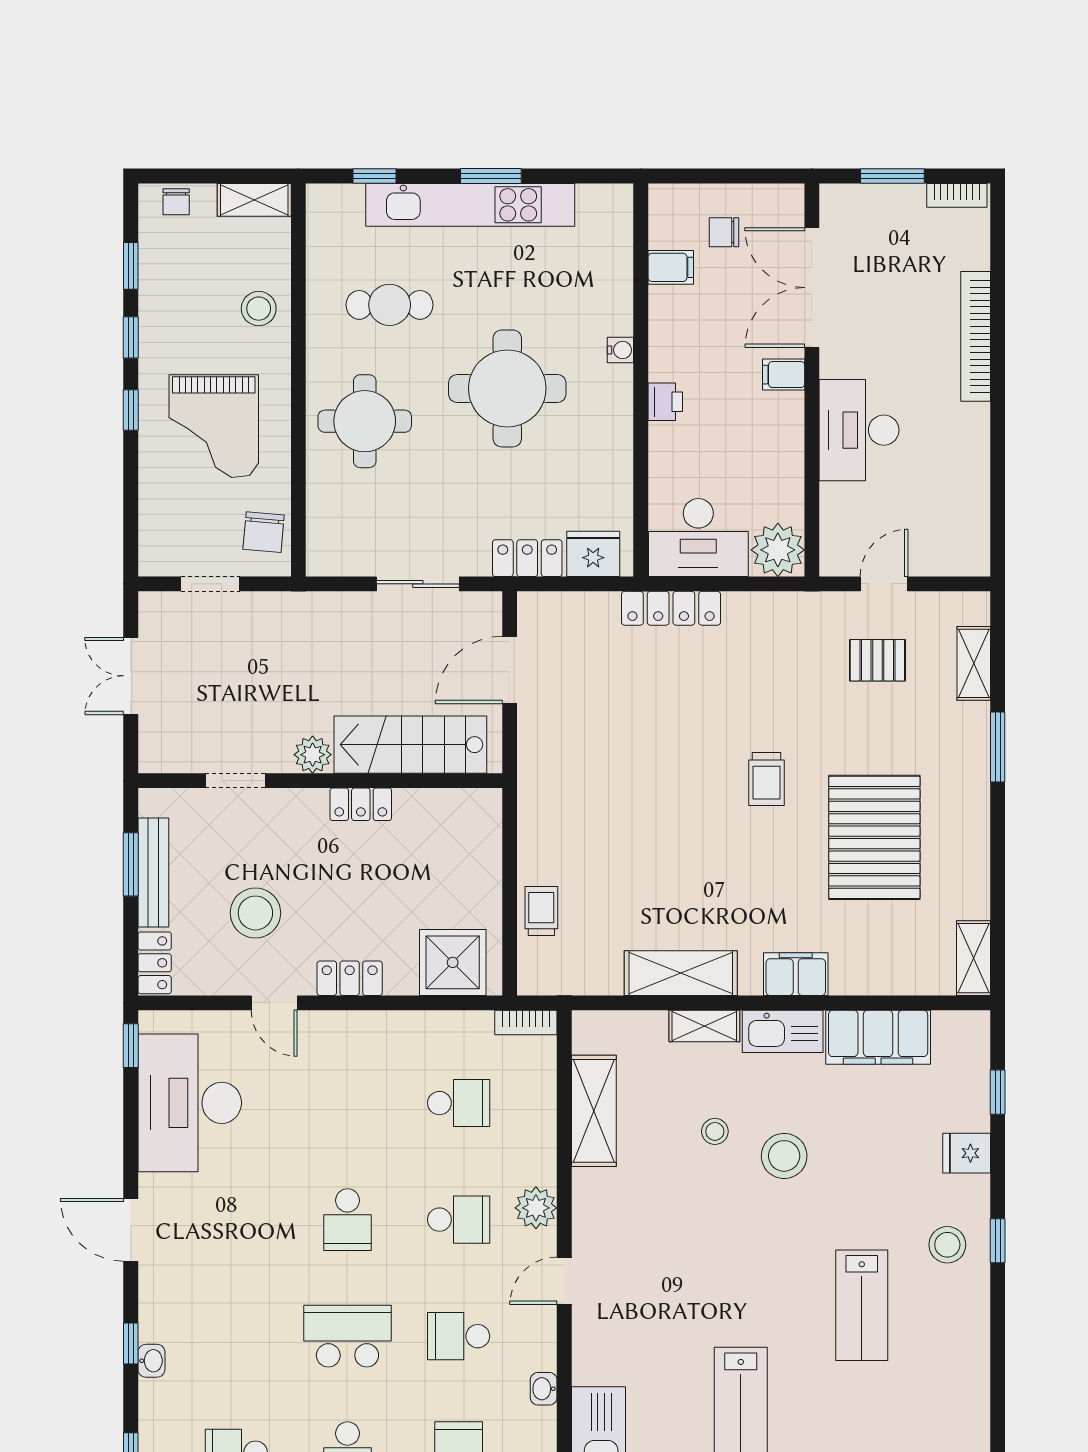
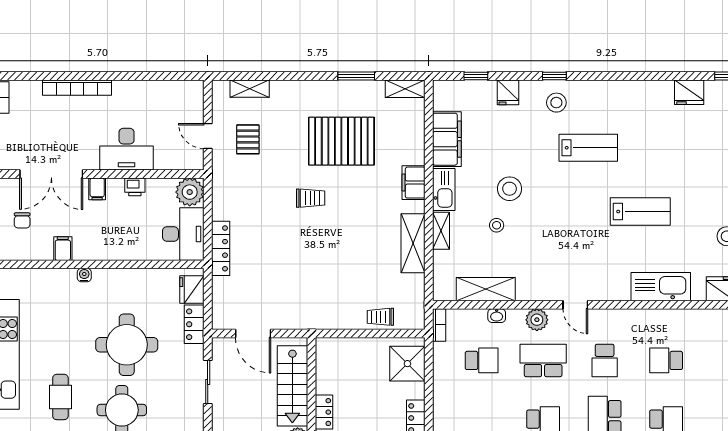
filing cabinet: (671, 267) -> (63, 249), moved
round table: (507, 388) -> (127, 345), moved
printer: (665, 402) -> (135, 187), moved, turned 180
window: (998, 747) -> (356, 76), moved
school desk: (459, 1103) -> (482, 360), turned 90
school desk: (459, 1220) -> (543, 360), width x1.85
washbasin: (544, 1389) -> (497, 316), moved

